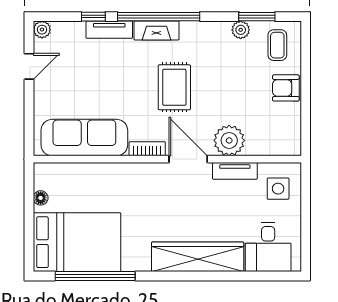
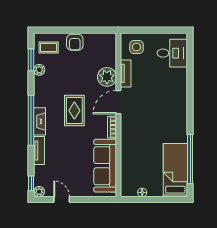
window: (93, 17) -> (31, 183), moved
rug: (174, 87) -> (74, 111), turned 90
bed: (77, 242) -> (175, 170), width x0.67
wardrobe: (198, 257) -> (178, 96), removed

